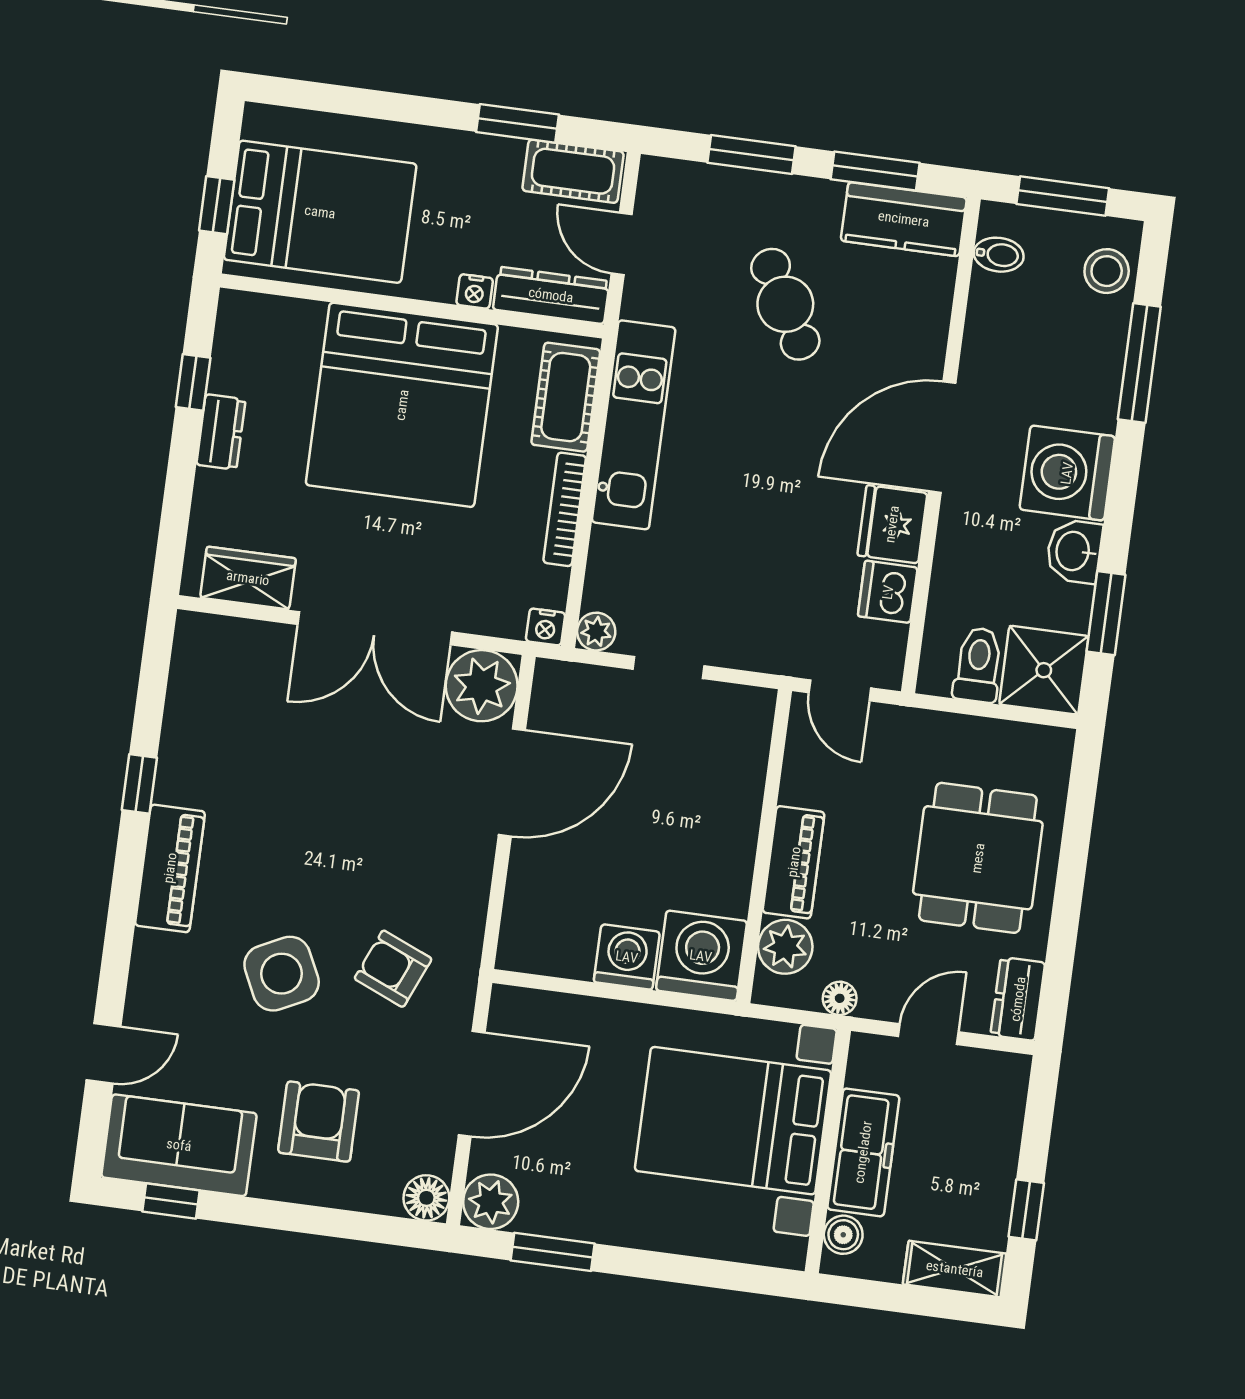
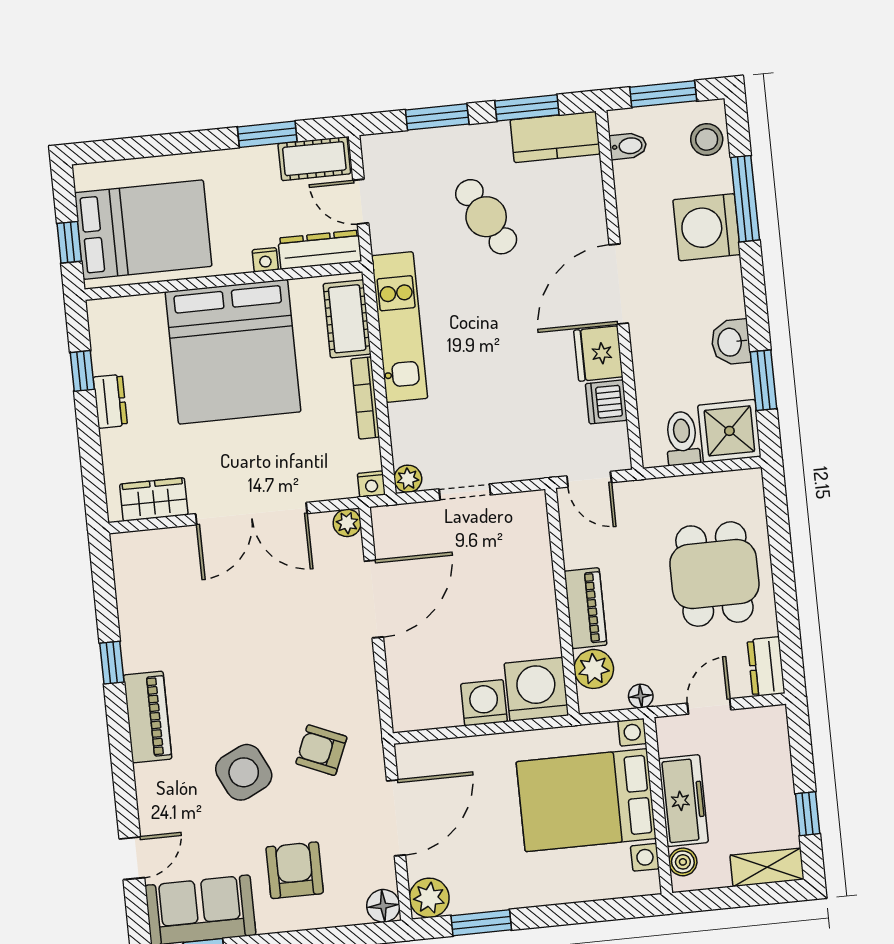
washing machine: (1067, 473) -> (707, 227), moved
plant: (482, 686) -> (347, 523), width x0.53, depth x0.53

